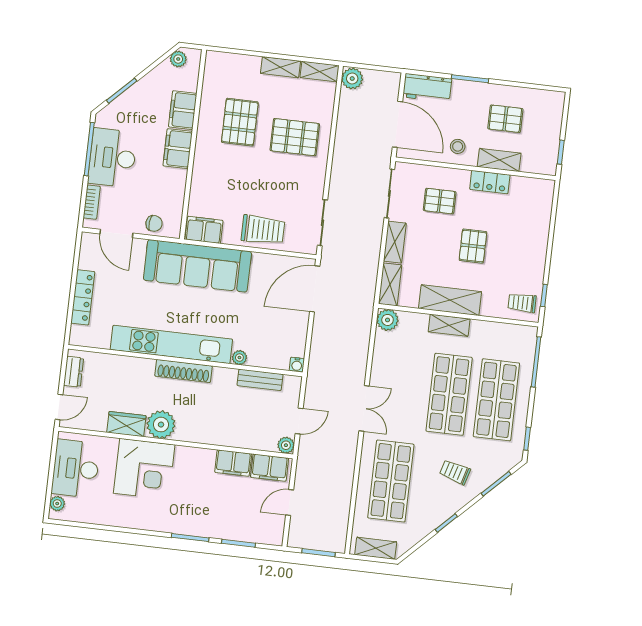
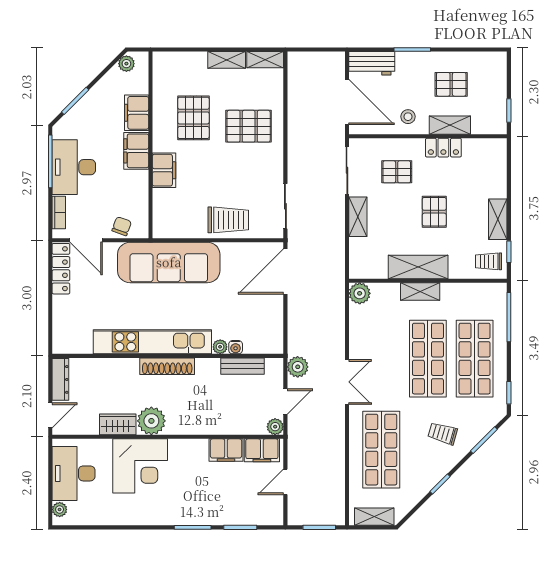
plant: (352, 79) -> (298, 367), moved
chair: (154, 223) -> (122, 226), turned -76
filing cabinet: (204, 230) -> (164, 170), moved, turned 90
shelving: (390, 284) -> (498, 219), moved
locker: (83, 297) -> (61, 269), moved
water cooler: (297, 365) -> (236, 347), moved
dresser: (74, 372) -> (60, 379), width x1.44

